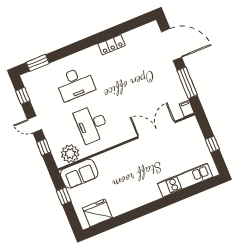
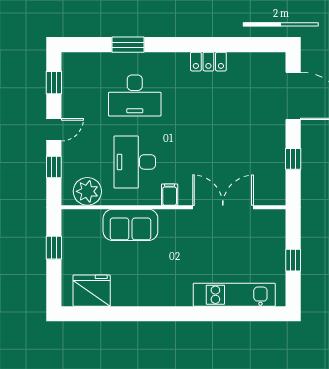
window: (38, 63) -> (128, 45), moved
window: (187, 83) -> (293, 159), width x0.46
filing cabinet: (187, 108) -> (170, 195), moved
door: (34, 124) -> (54, 130), swing flipped
sofa: (79, 174) -> (130, 225), moved

